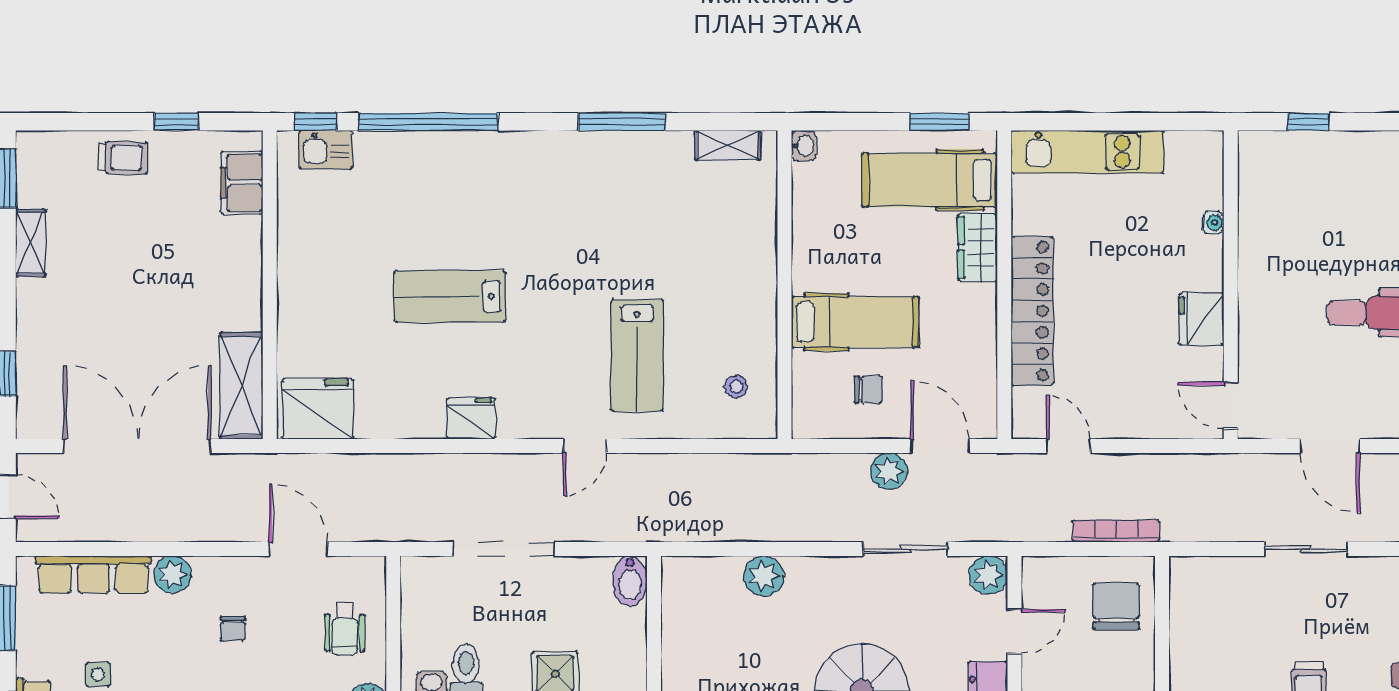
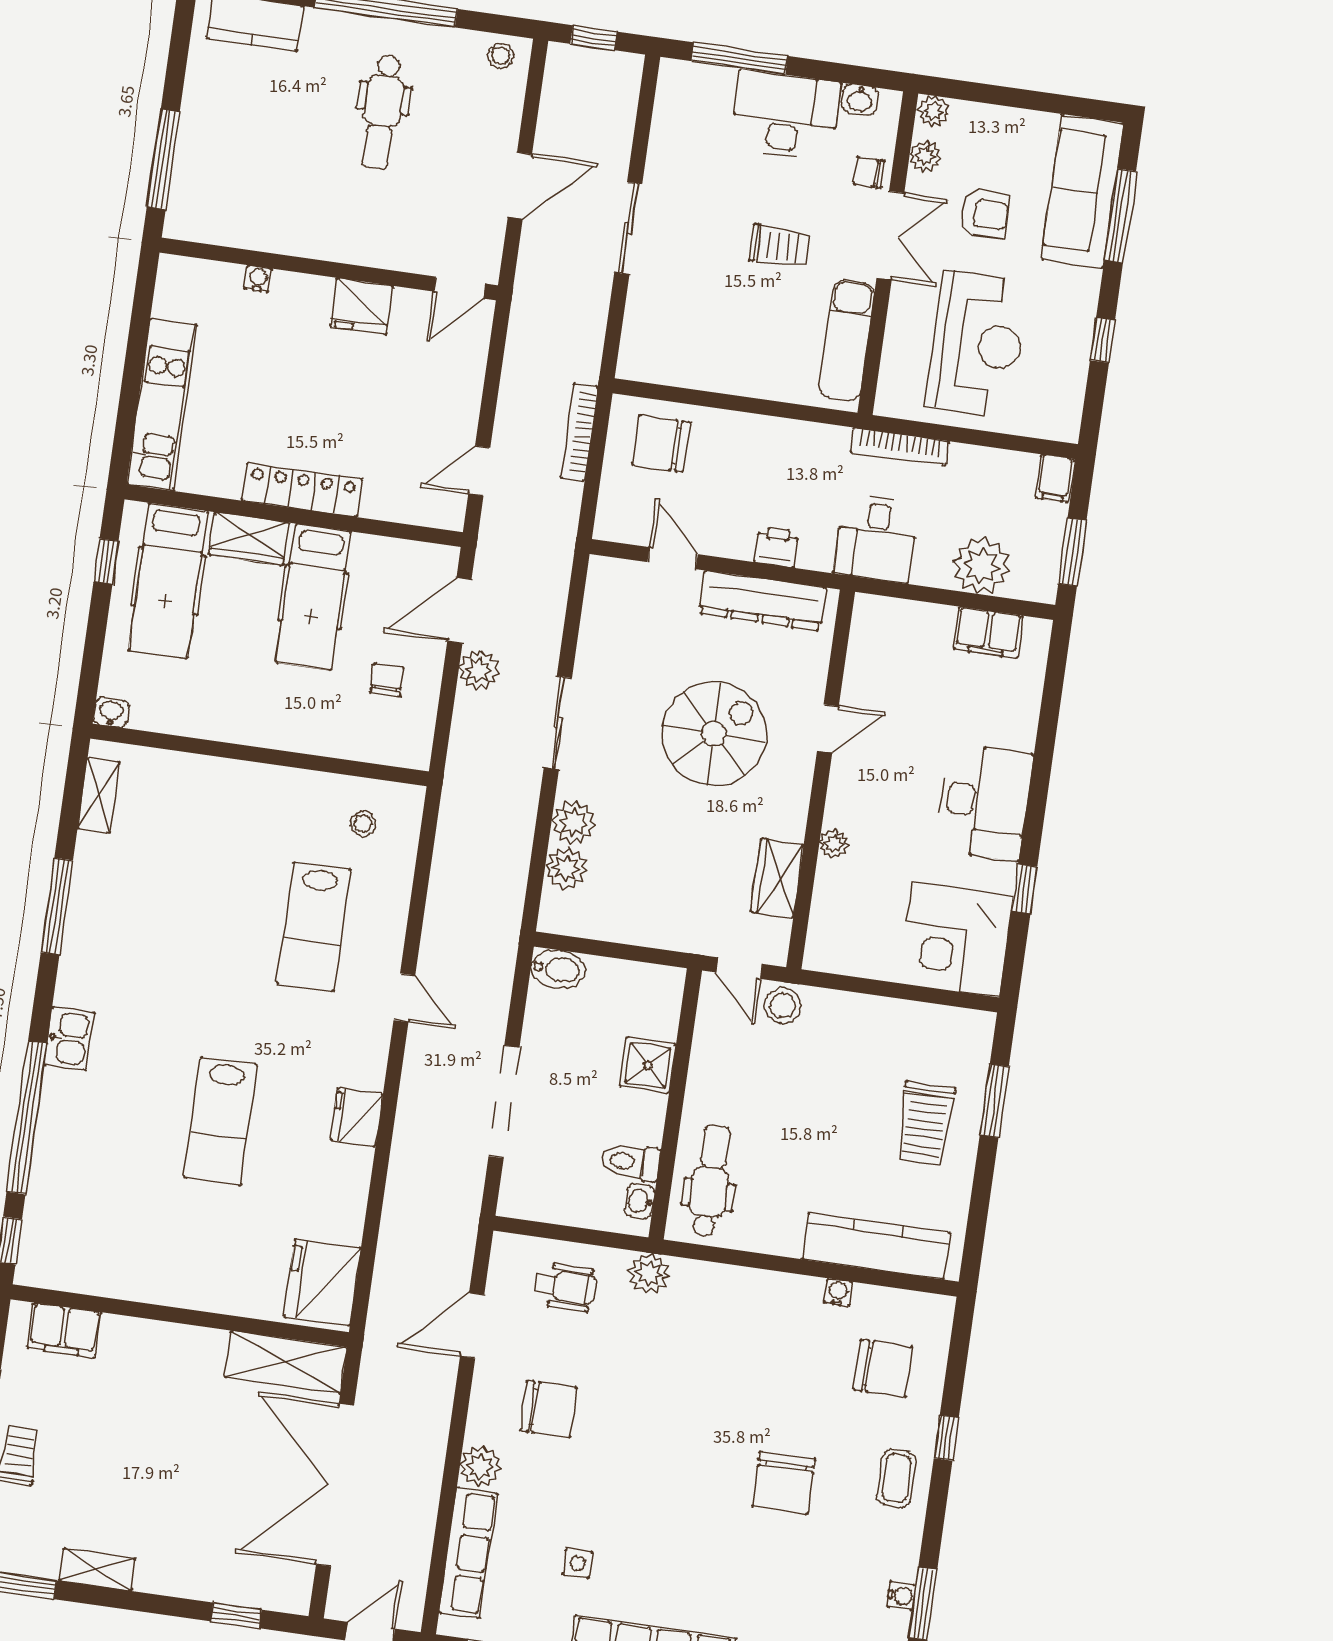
window: (939, 122) -> (106, 561), width x0.67
window: (1308, 122) -> (163, 159), width x2.17
kitchen sink: (326, 150) -> (69, 1039), moved
locker: (1032, 311) -> (302, 490), width x0.71, depth x0.83
hospital bed: (855, 322) -> (313, 597), moved, turned 180
lab bench: (637, 355) -> (314, 926), turned 90
sliding door: (905, 549) -> (558, 723), moved
plant: (988, 575) -> (566, 868), moved
chair: (233, 629) -> (548, 1409), width x1.87, depth x1.87

